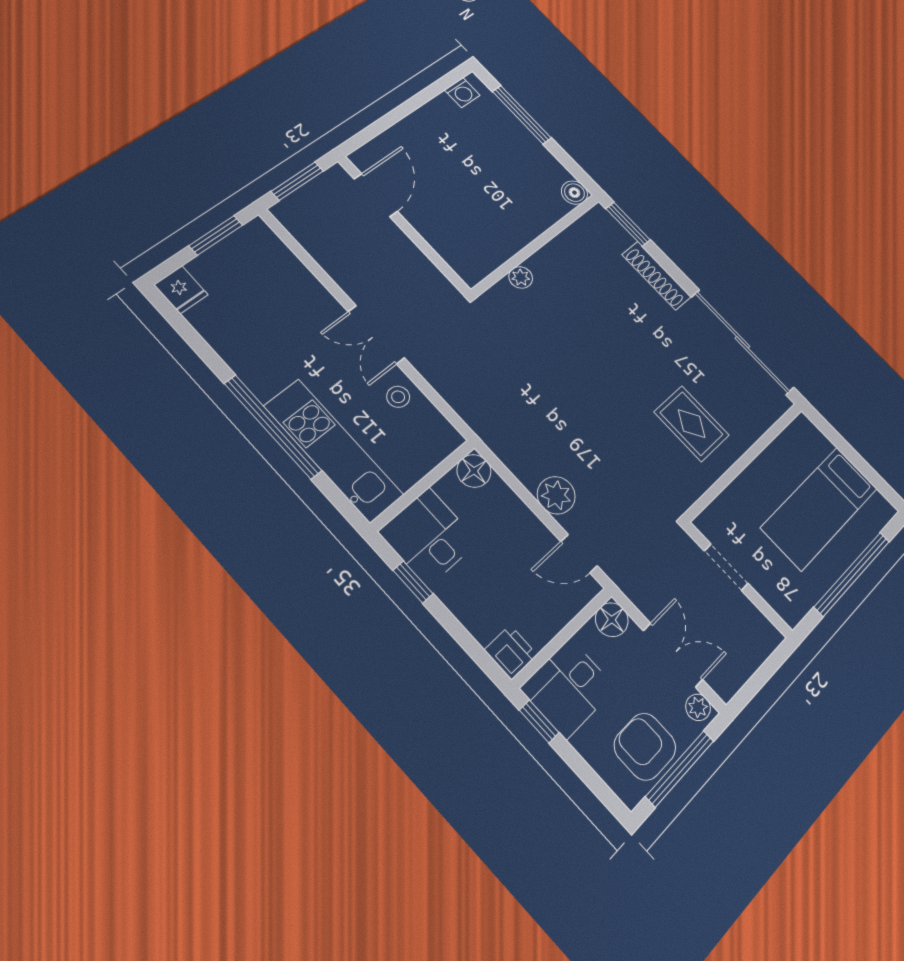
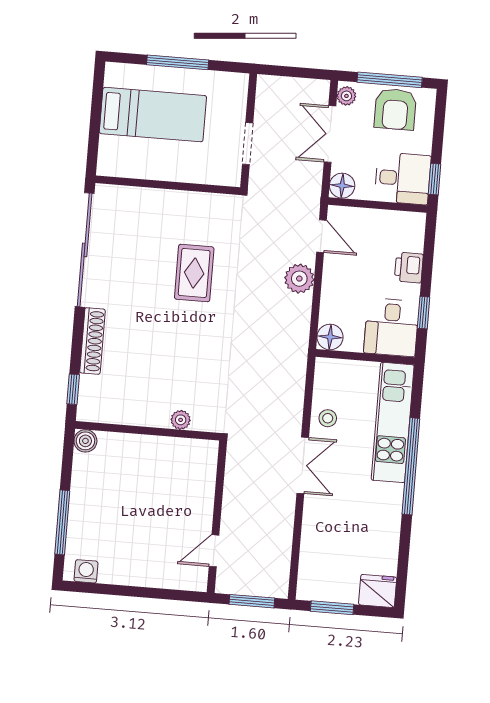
door: (376, 195) -> (214, 551), width x0.73
window: (628, 224) -> (73, 389), width x0.67
fridge: (181, 290) -> (378, 591), width x1.38
rug: (692, 424) -> (194, 273), moved
window: (852, 574) -> (178, 62), width x0.68
printer: (511, 652) -> (409, 268), moved

